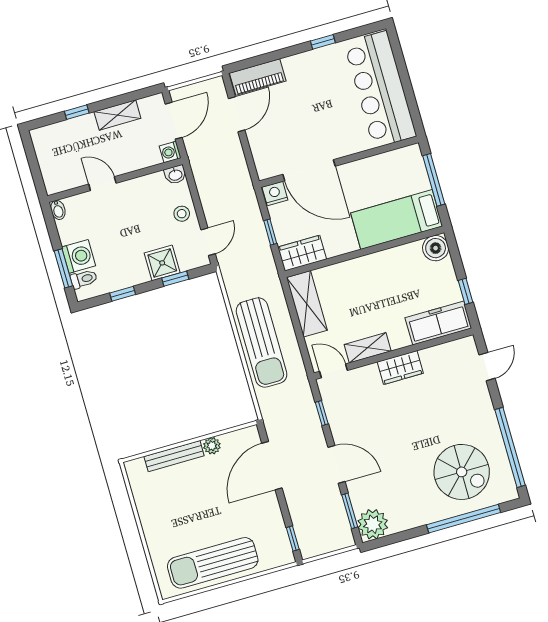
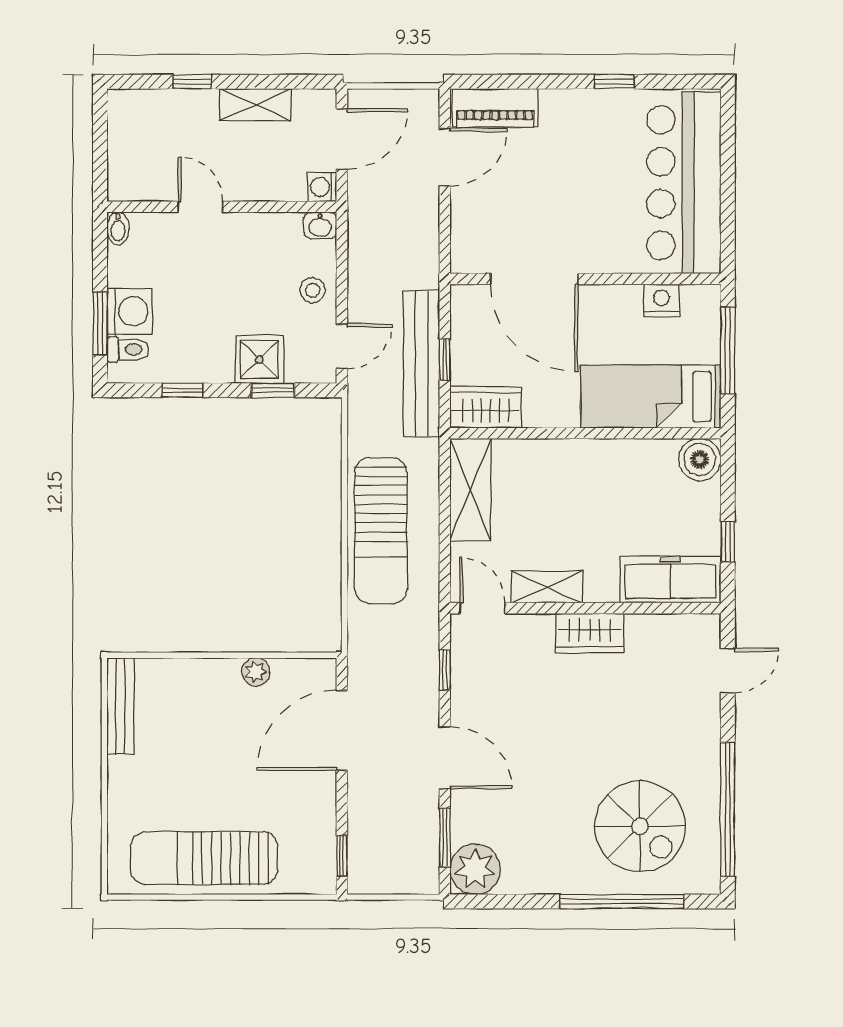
nightstand: (275, 194) -> (662, 300), moved
bench: (257, 239) -> (421, 364), added
bench: (174, 456) -> (120, 706), moved, turned 90

